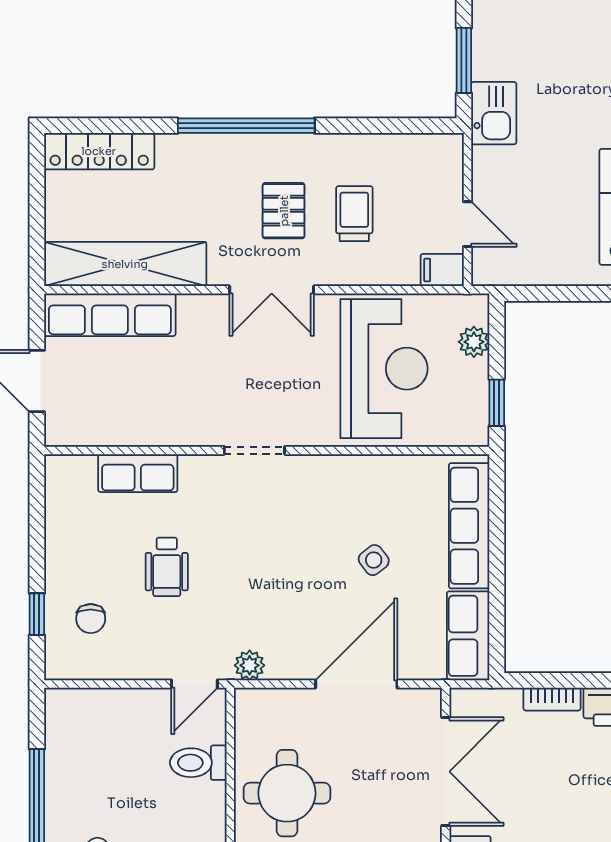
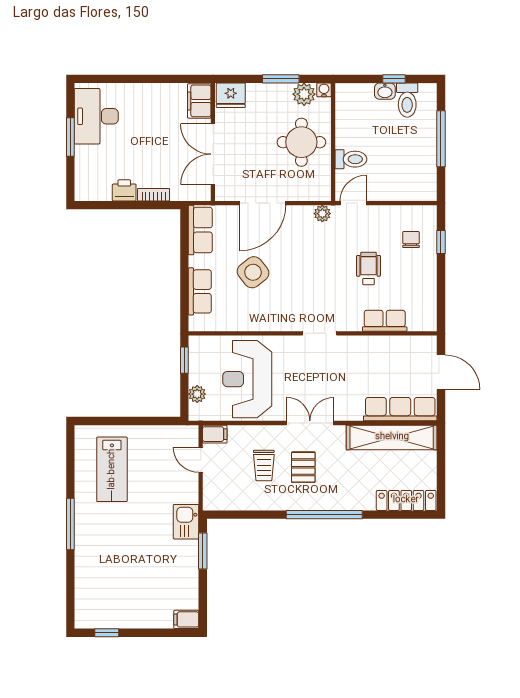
row of seats: (469, 526) -> (200, 291), width x0.68
side table: (374, 560) -> (253, 272), width x1.87, depth x1.87

